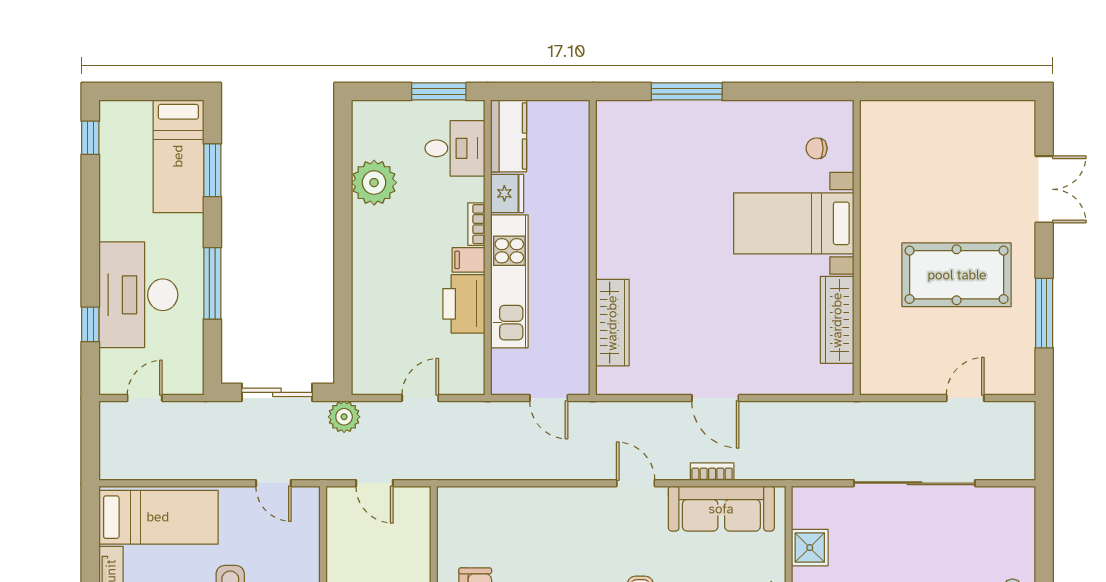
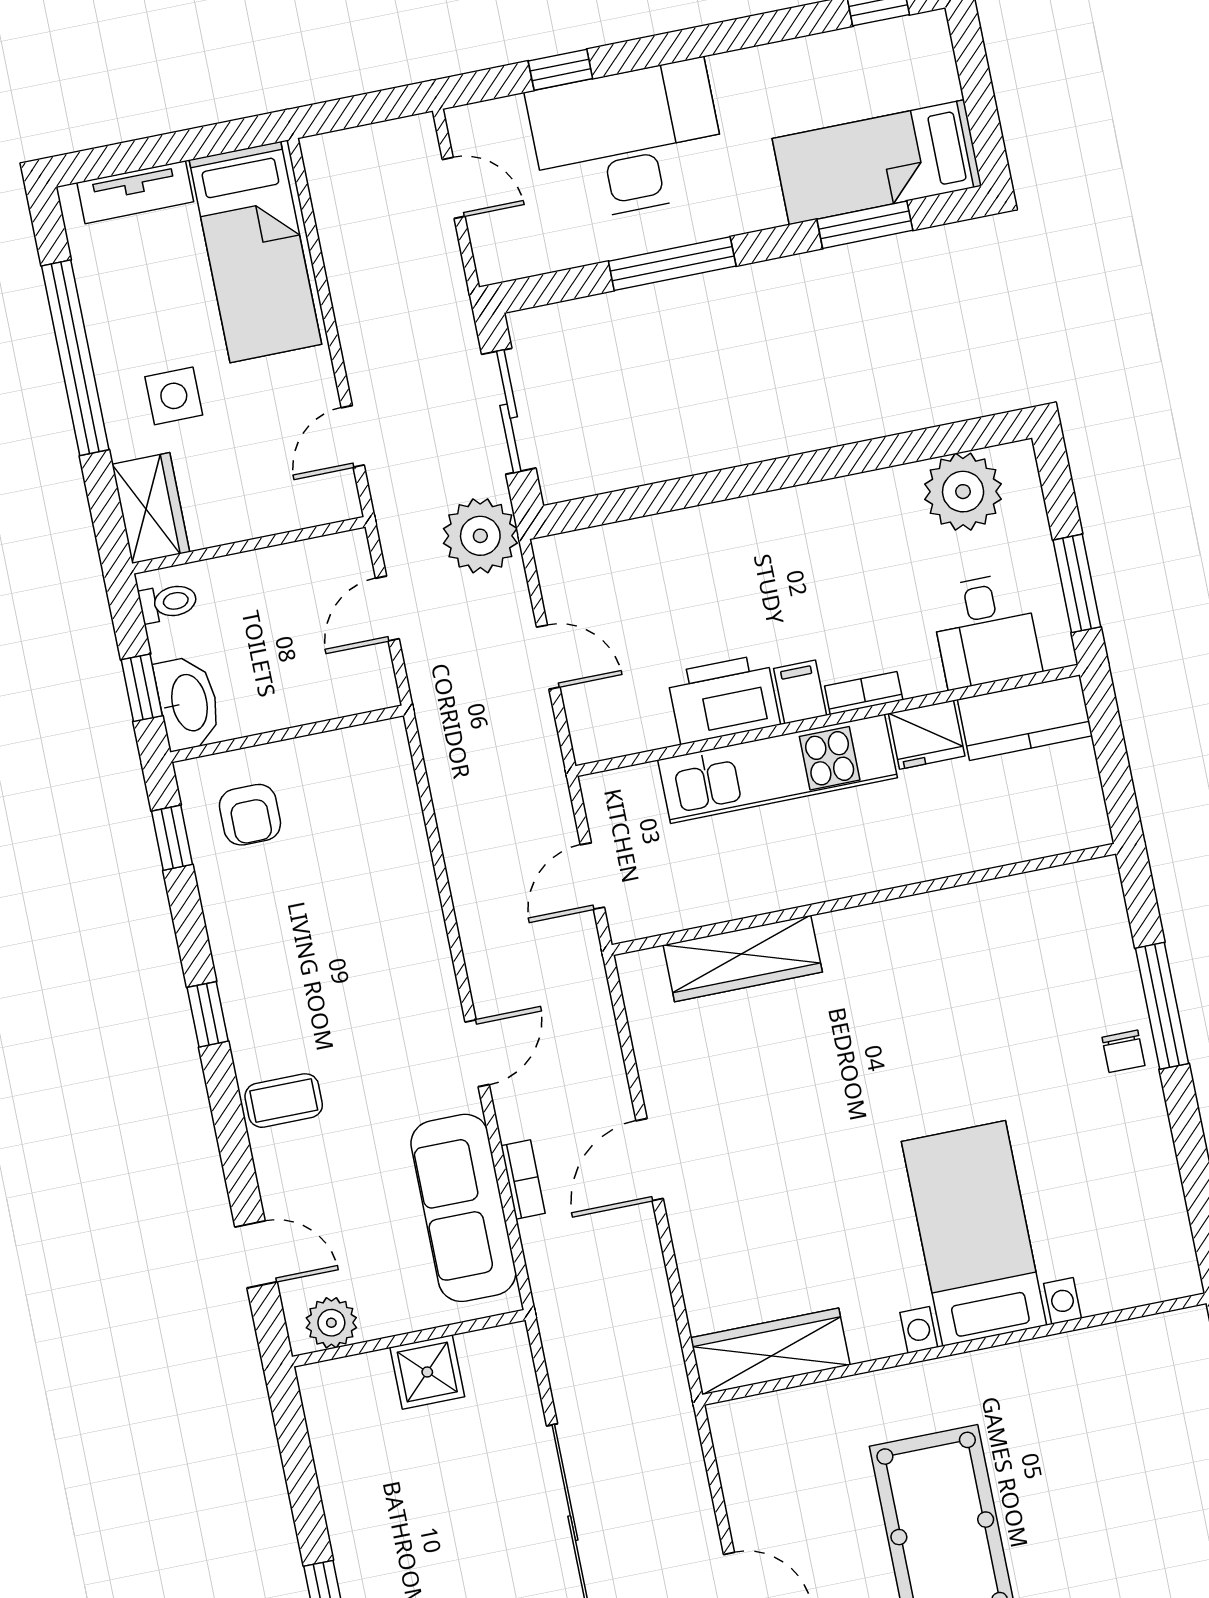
chair: (817, 148) -> (1123, 1051), moved, turned 180
plant: (374, 183) -> (963, 492), moved
wardrobe: (837, 320) -> (770, 1351), moved
plant: (344, 417) -> (480, 536), width x1.36, depth x1.36

